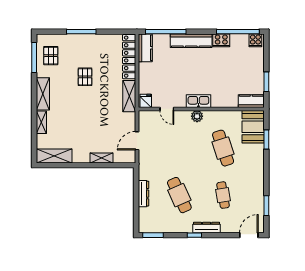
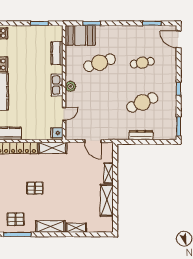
kitchen counter: (251, 101) -> (57, 53), moved
shelving: (54, 156) -> (107, 200), moved
dresser: (207, 228) -> (172, 78), removed

